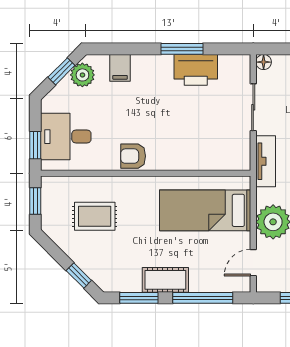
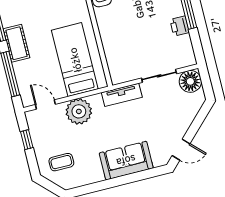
floor lamp: (264, 62) -> (190, 81), width x1.89, depth x1.89
printer: (196, 70) -> (180, 26), width x0.53, depth x0.68

